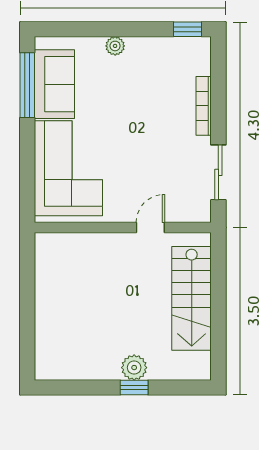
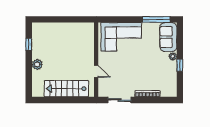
window: (187, 29) -> (180, 65), moved
sofa: (54, 84) -> (168, 37), moved, turned 90
window: (134, 388) -> (29, 44), moved

